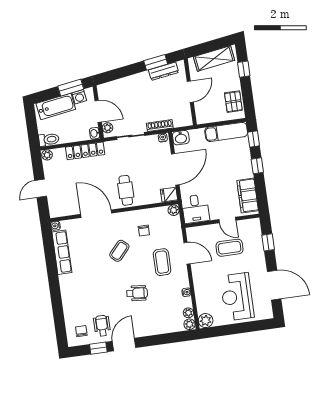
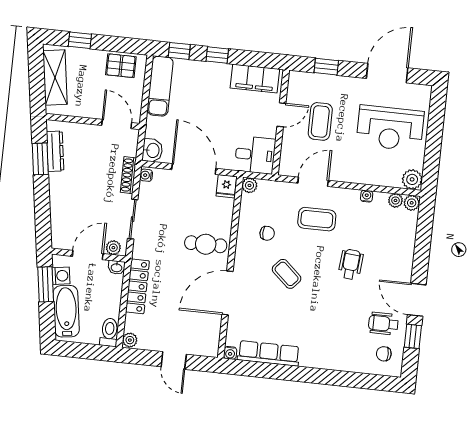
door: (190, 92) -> (117, 124), moved

